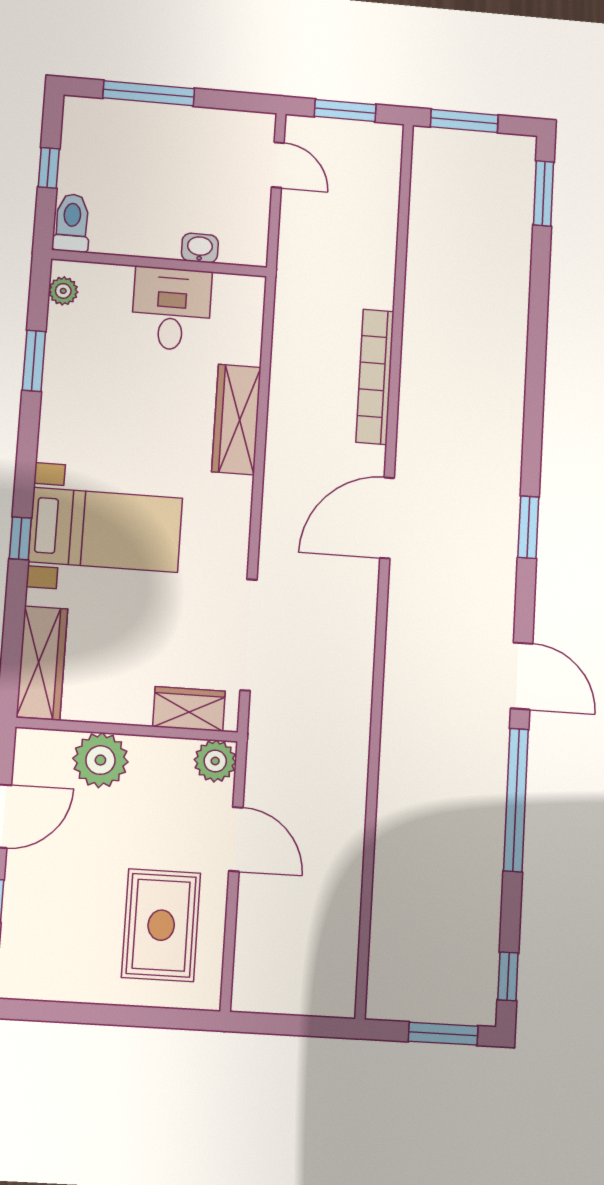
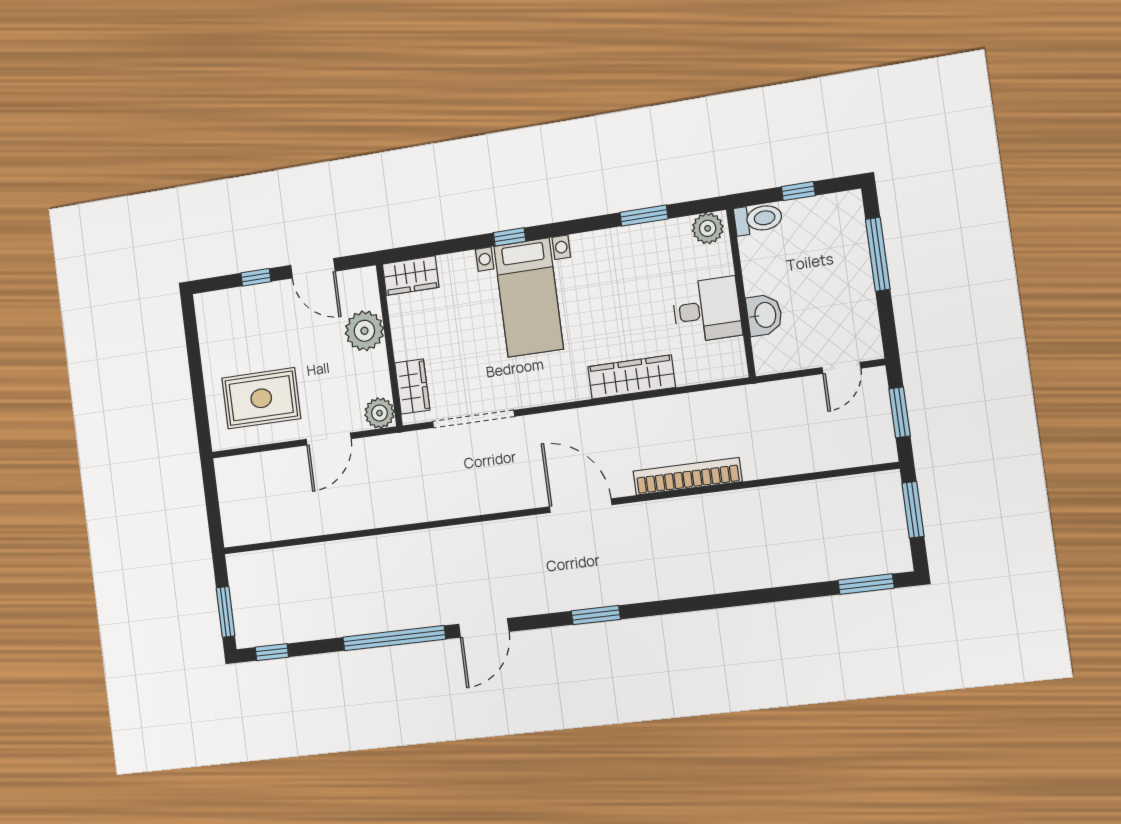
washbasin: (200, 248) -> (764, 315), width x1.38, depth x1.45
plant: (63, 291) -> (708, 228), width x1.38, depth x1.38
wardrobe: (42, 663) -> (411, 276), width x0.67

